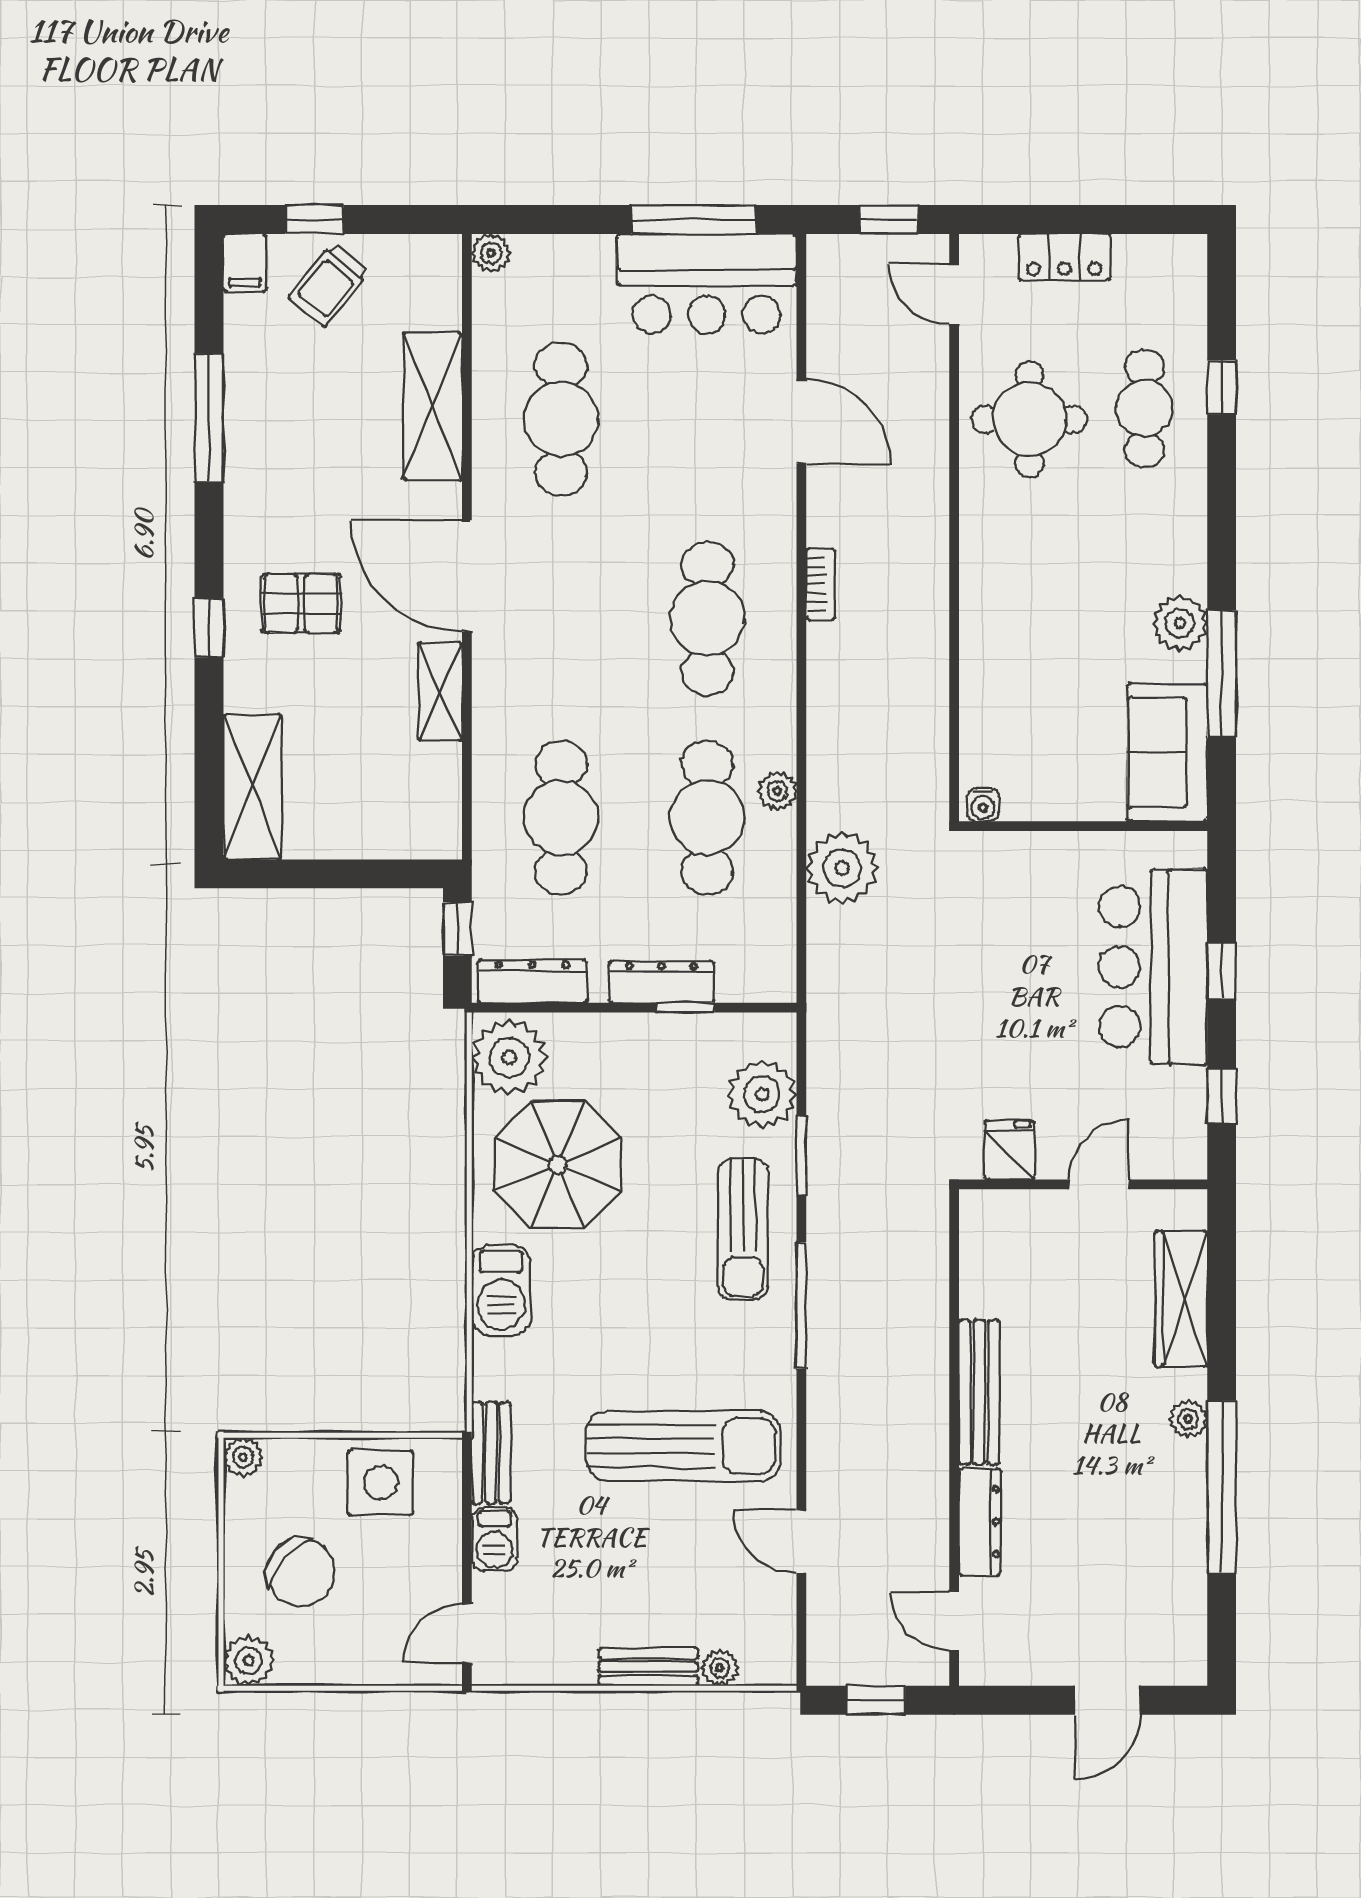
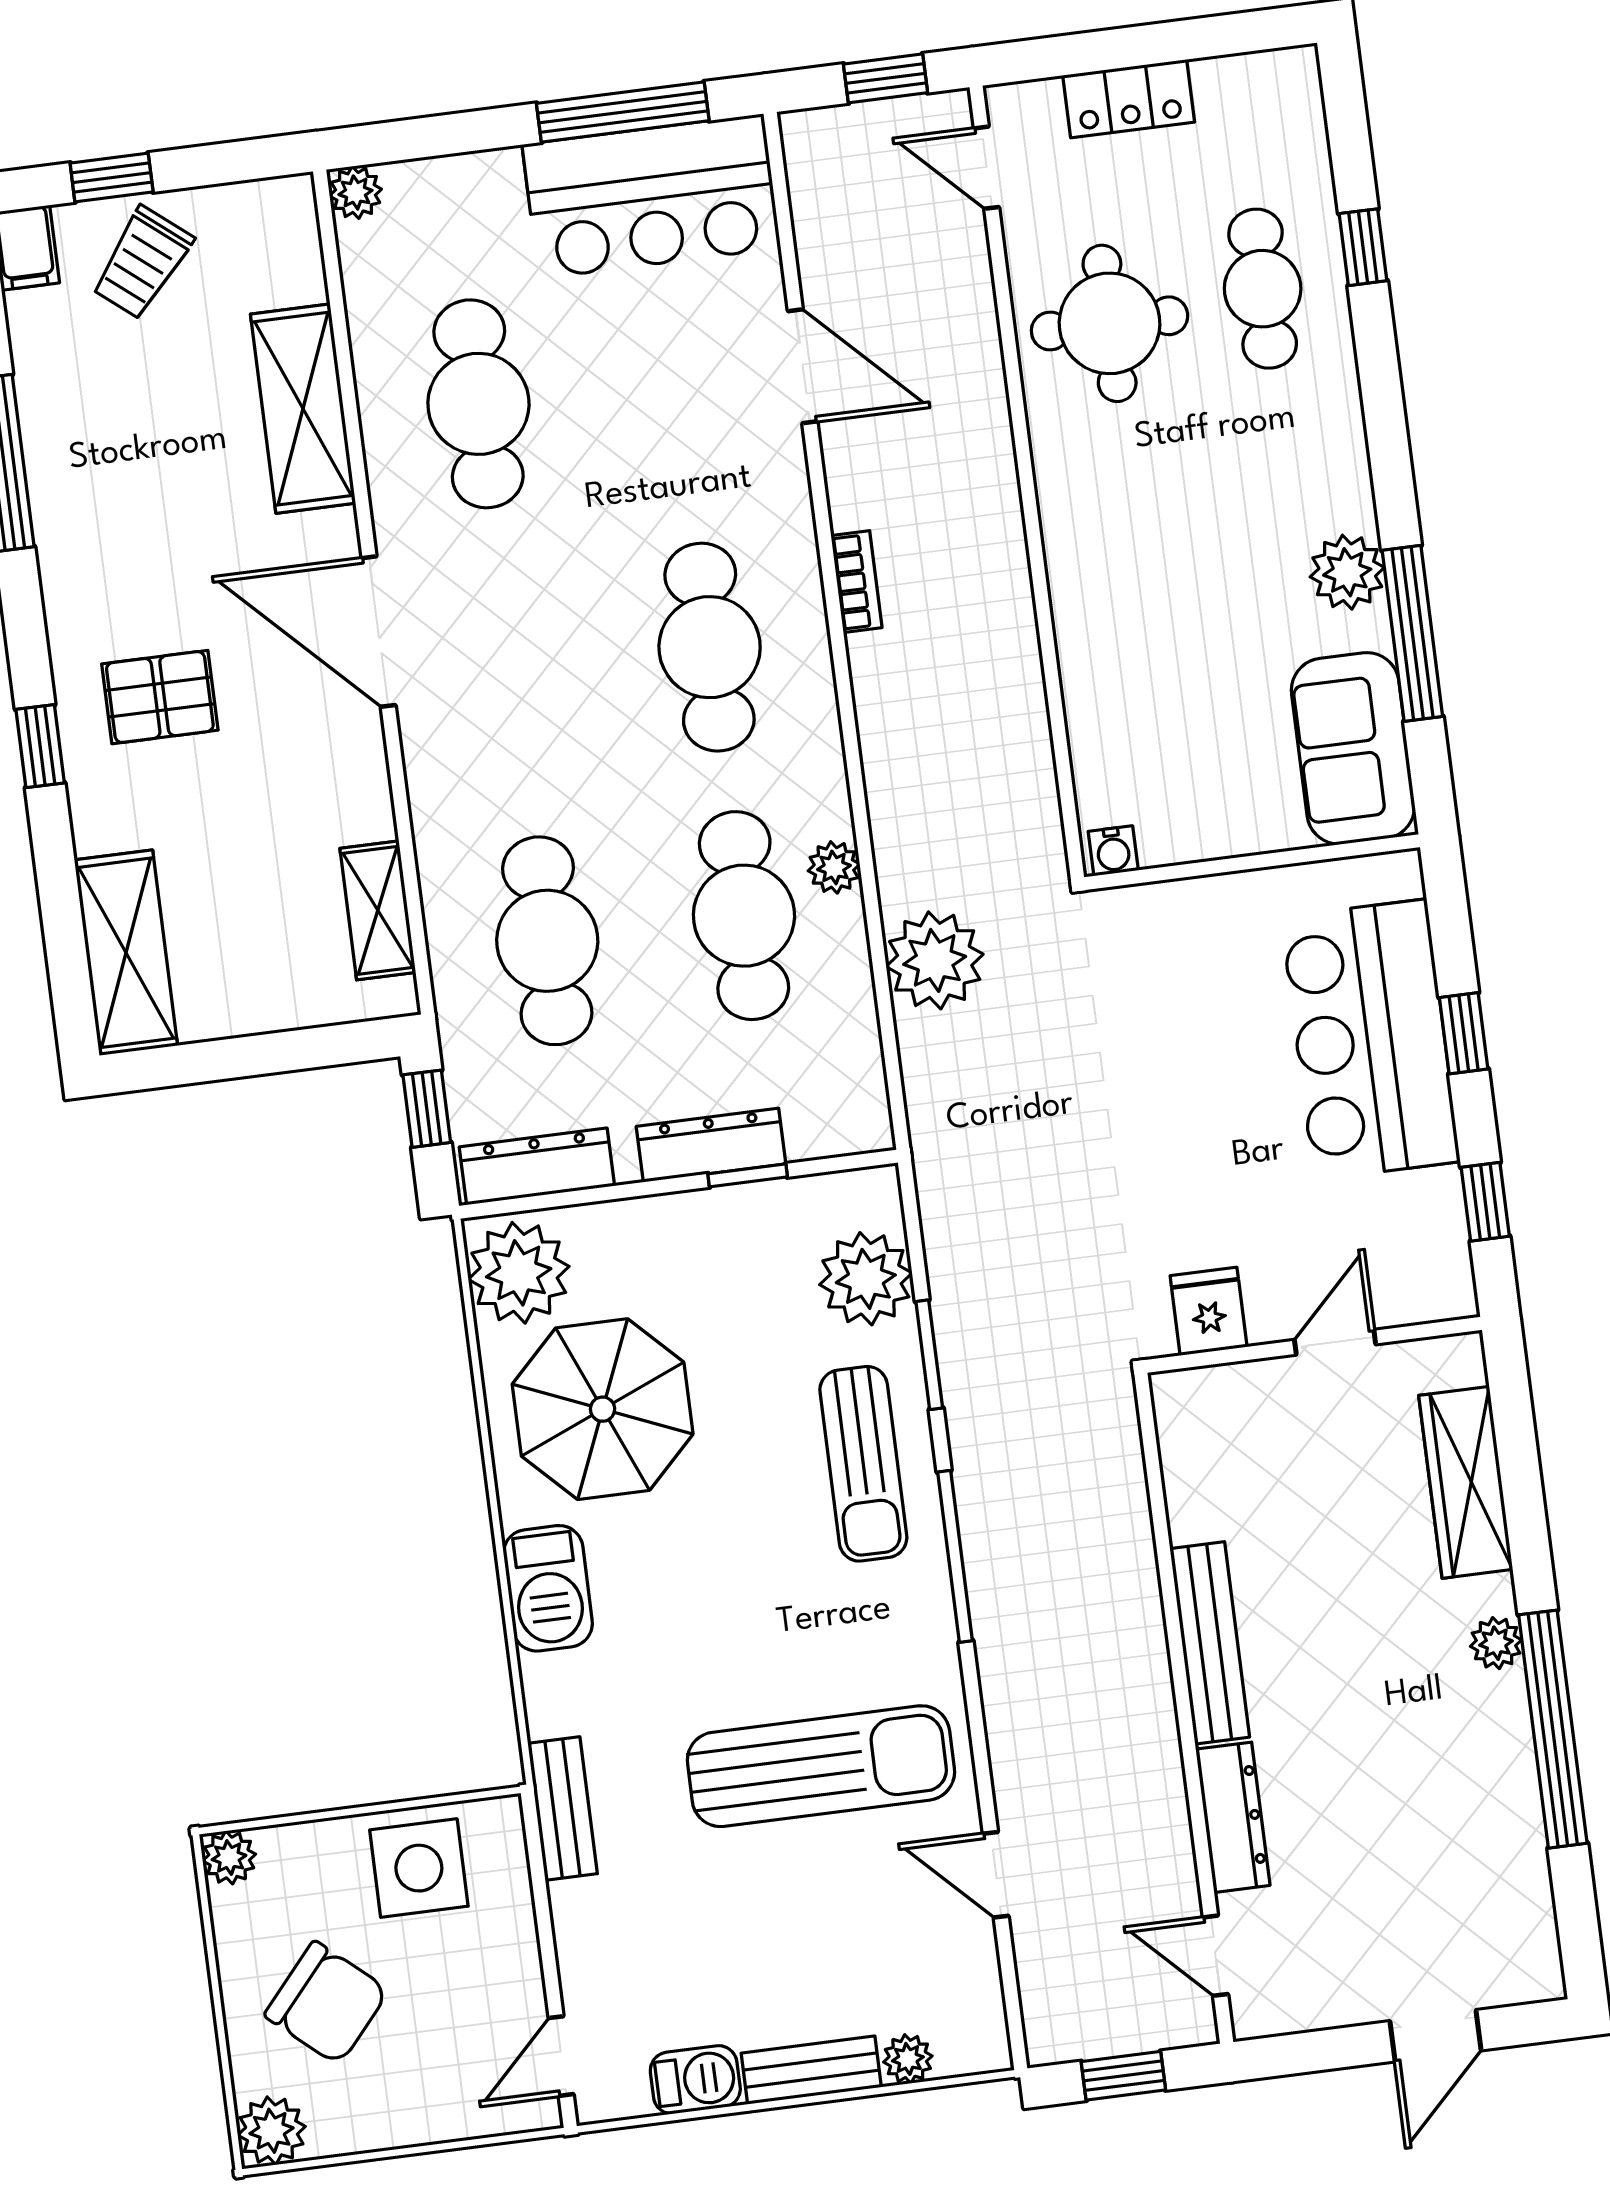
shelving: (440, 692) -> (378, 910), moved
barbecue: (495, 1539) -> (695, 2080), moved, turned -90

